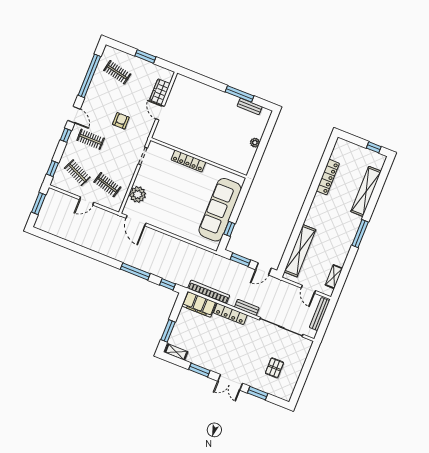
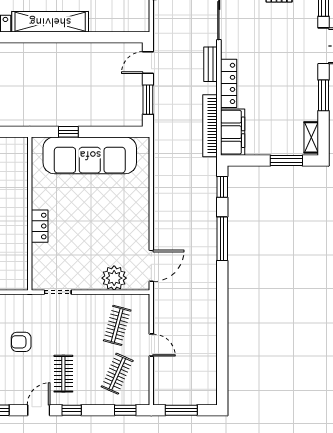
locker: (188, 161) -> (40, 226), width x0.66
window: (229, 229) -> (68, 132), moved
shelving: (300, 251) -> (50, 22), moved
door: (263, 269) -> (148, 63), swing flipped

